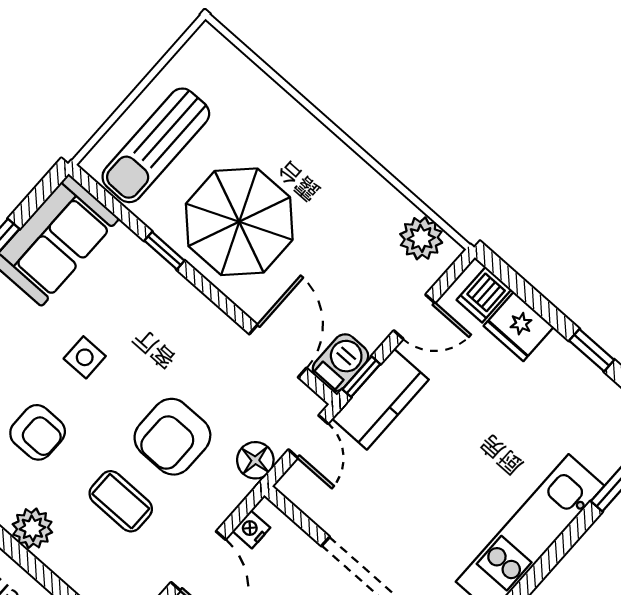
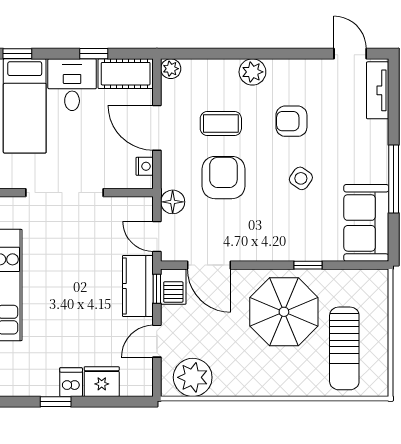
sun lounger: (156, 145) -> (344, 348), moved, turned 180
plant: (421, 238) -> (193, 377), width x1.36, depth x1.36
dishwasher: (484, 295) -> (71, 382), moved
side table: (85, 357) -> (301, 178), turned 36

